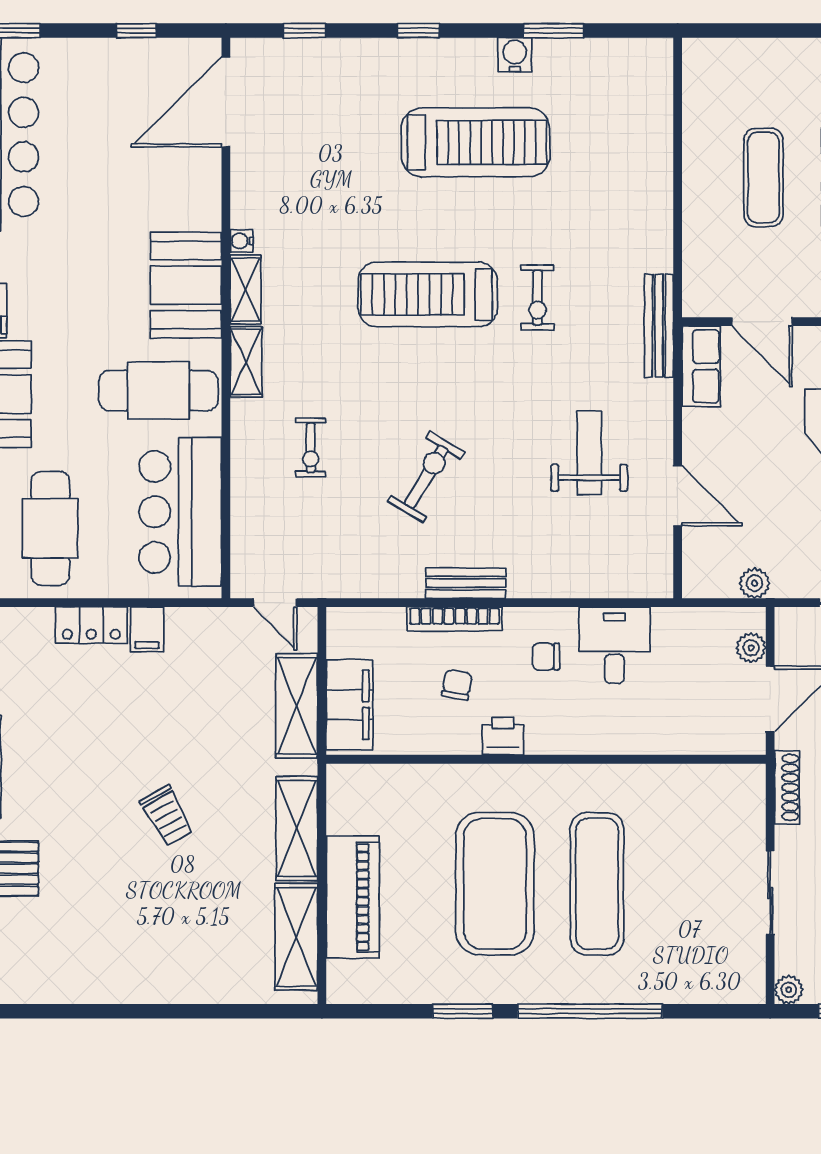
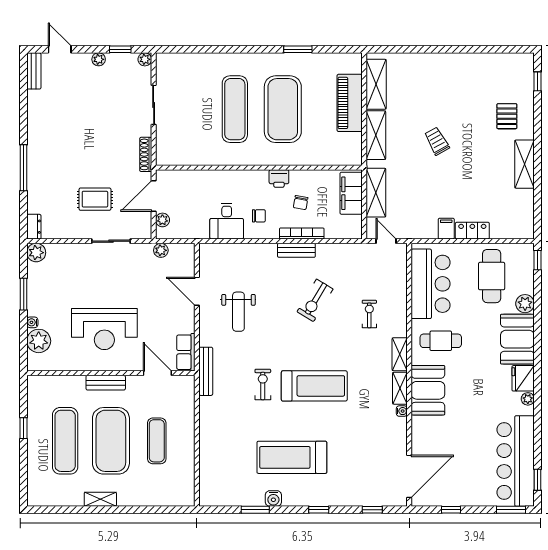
cafe table: (159, 391) -> (441, 341), width x0.73, depth x0.74
window: (590, 1011) -> (238, 49), removed

